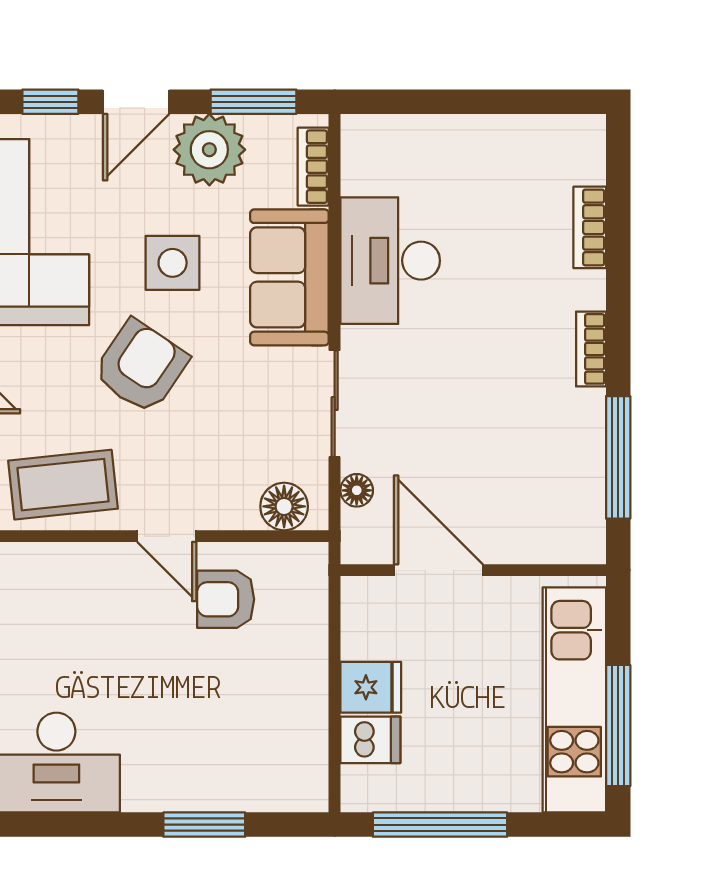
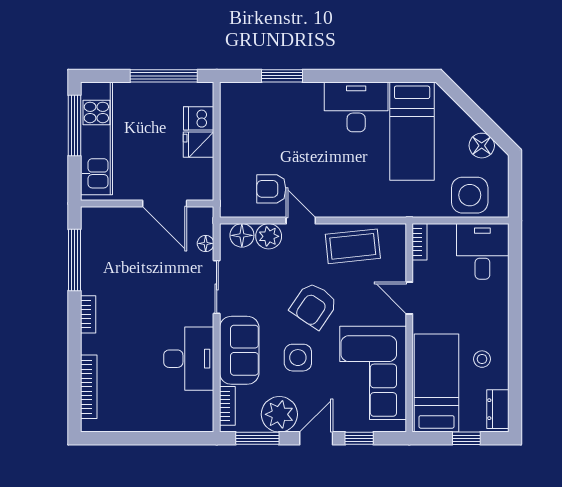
bookcase: (590, 227) -> (89, 387), width x1.56
plant: (231, 505) -> (269, 236), added
armchair: (226, 599) -> (271, 189), turned 180

